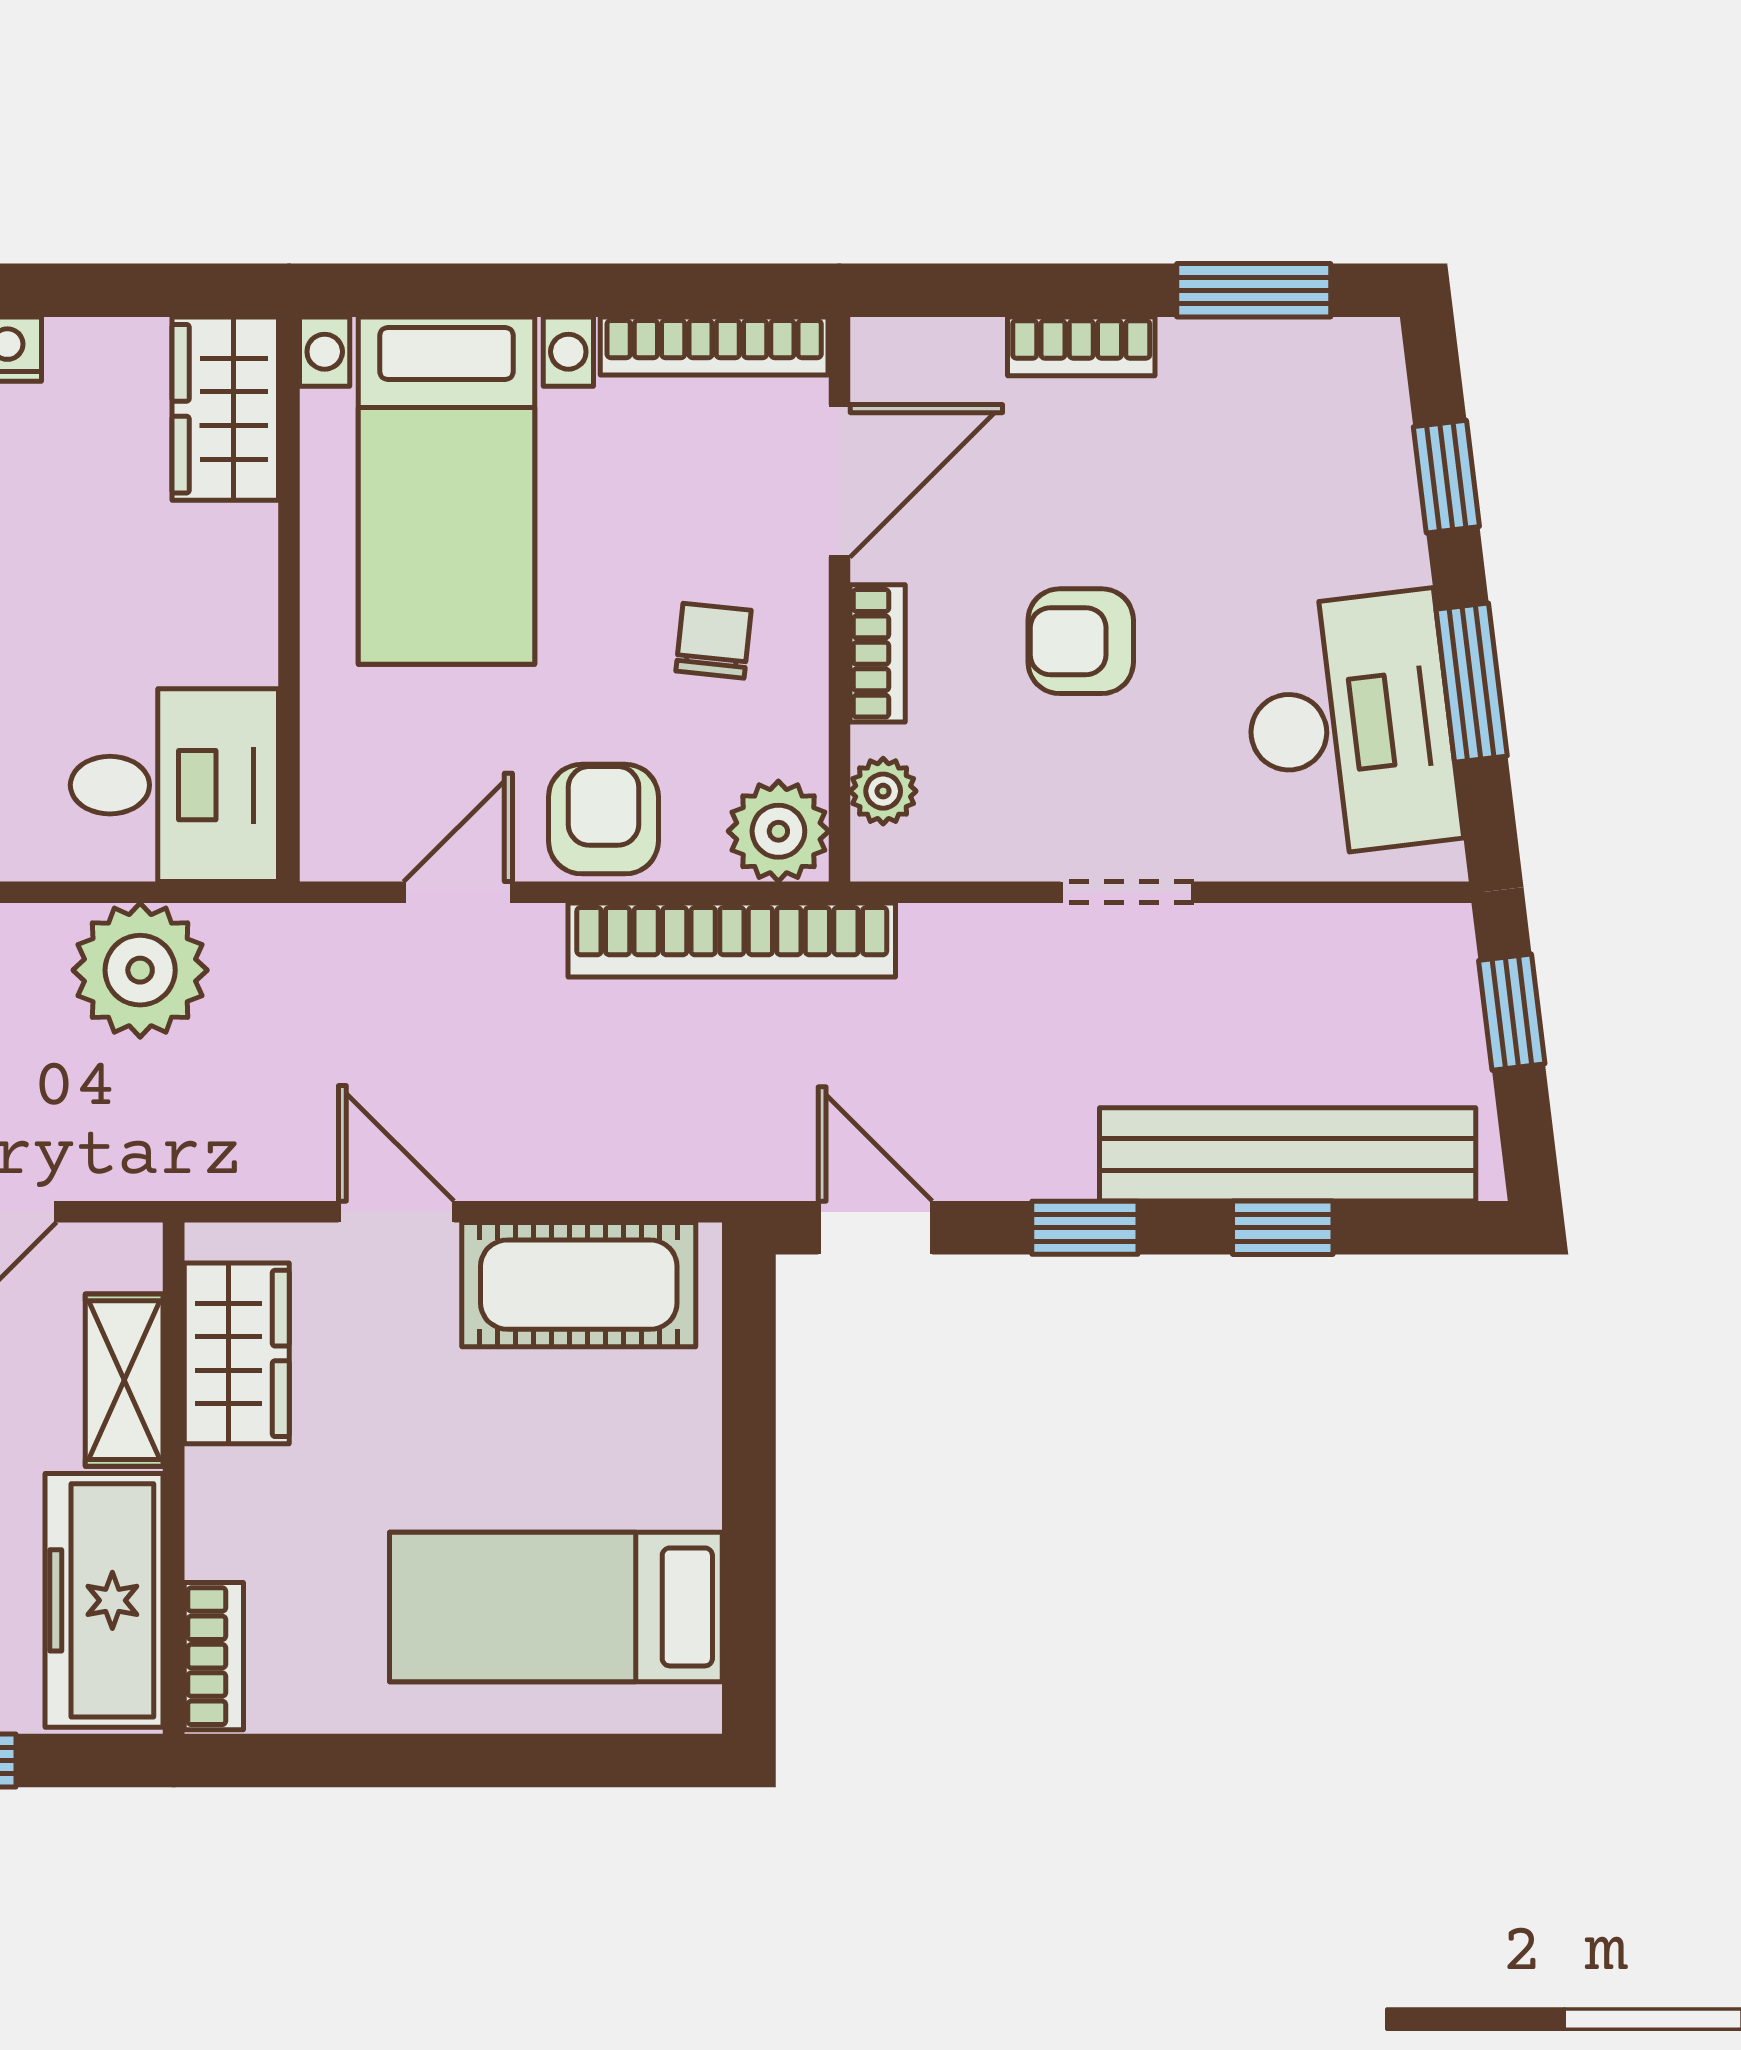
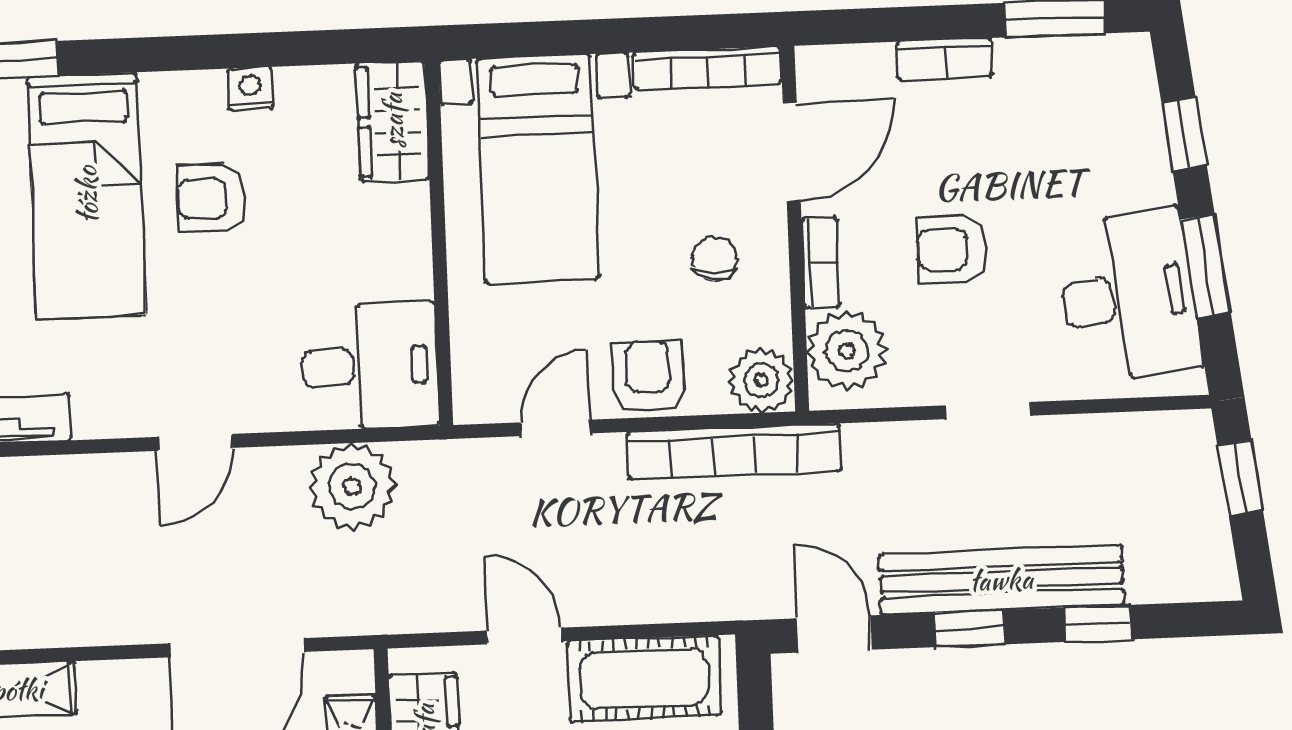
plant: (883, 791) -> (847, 351), width x1.87, depth x1.87
bench: (1288, 1154) -> (1001, 580), moved

